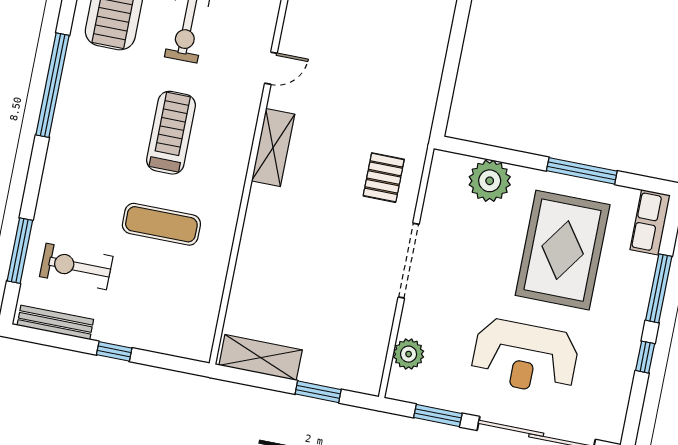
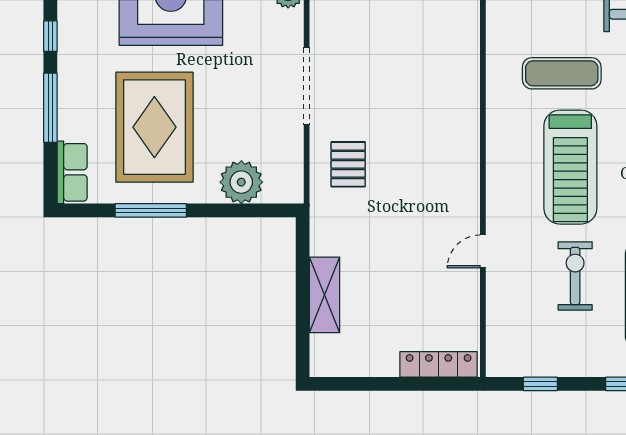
treadmill: (171, 133) -> (570, 167), width x1.37, depth x1.38
shelving: (273, 148) -> (324, 295), moved

